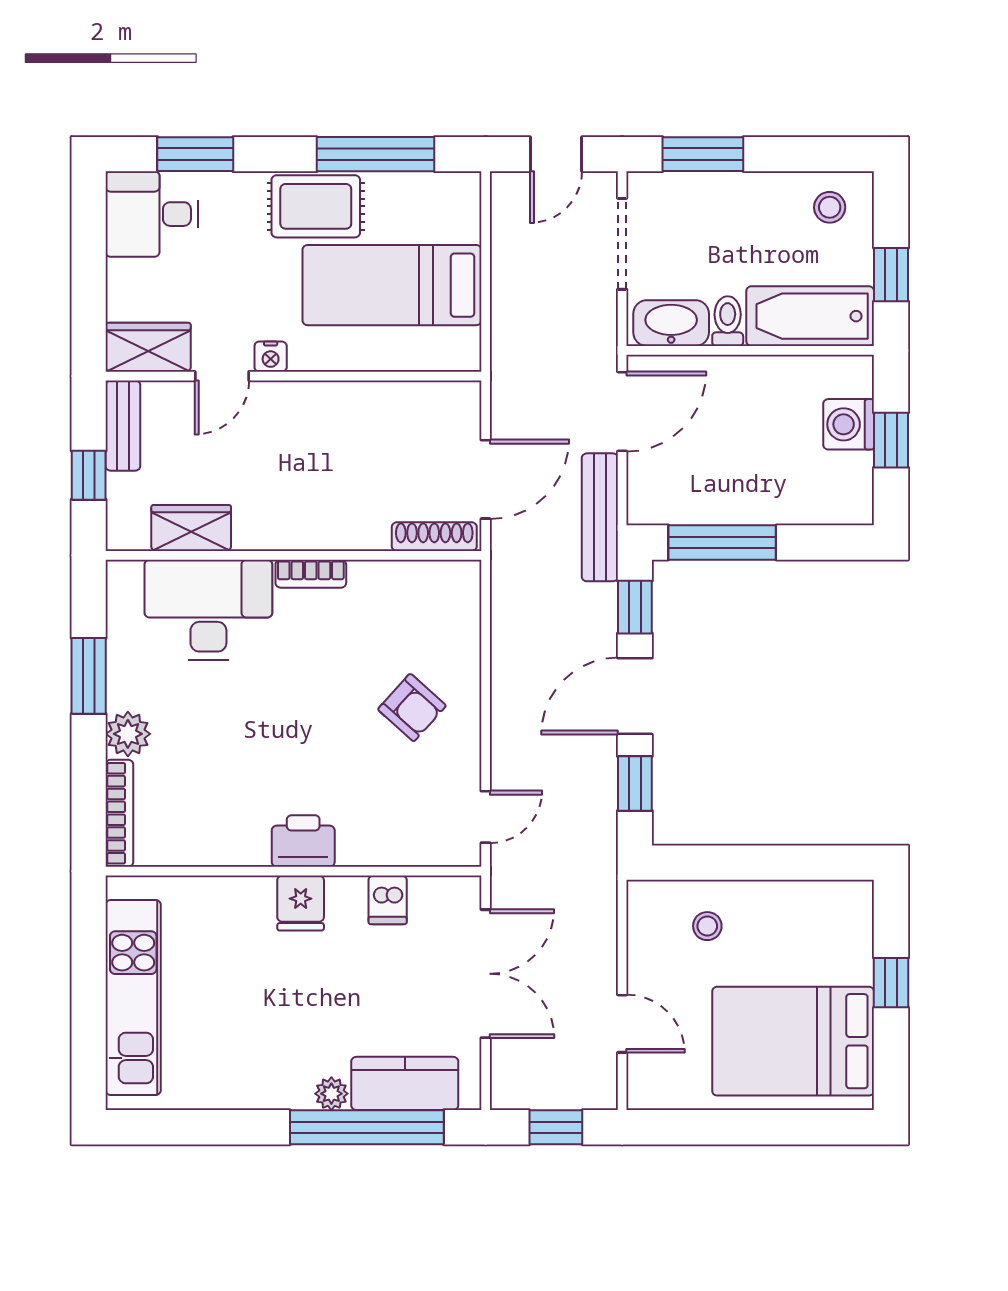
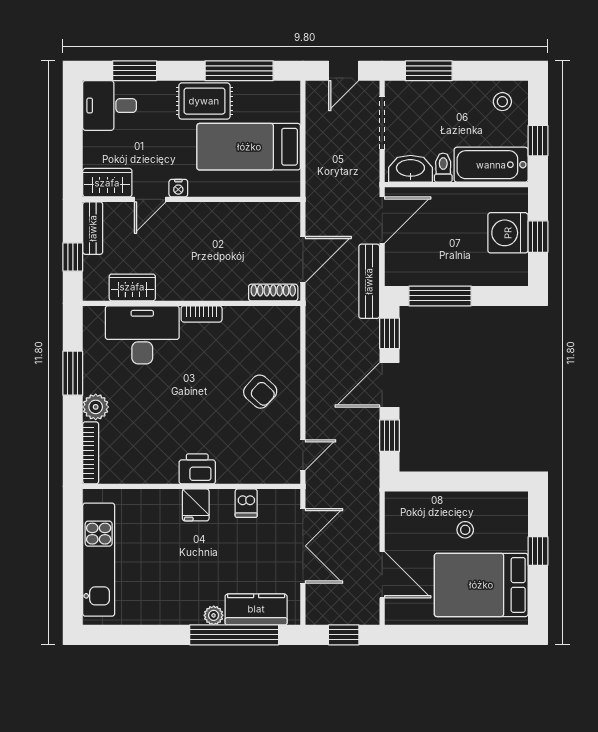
washing machine: (849, 424) -> (508, 233), width x1.37, depth x1.37
stool: (707, 926) -> (465, 530), moved
door: (622, 1024) -> (382, 575), width x1.38

